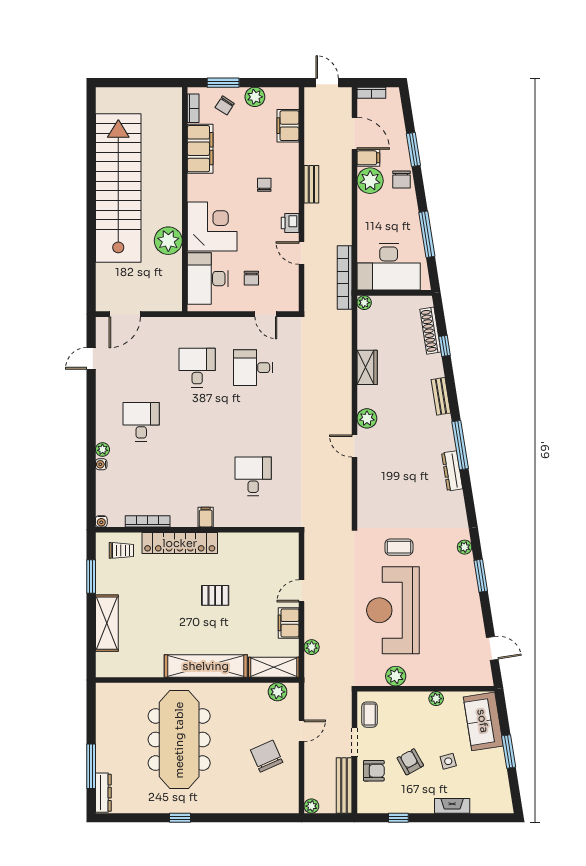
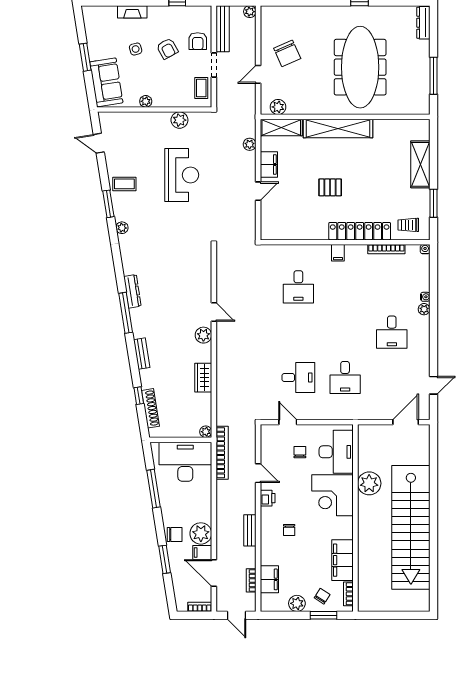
bookcase: (310, 124) -> (251, 580), added
chair: (402, 179) -> (175, 534), turned 90
coffee table: (399, 547) -> (124, 184), moved
reception desk: (393, 610) -> (182, 175), width x0.74, depth x0.77
window: (91, 766) -> (434, 76), moved
armchair: (374, 771) -> (198, 41), turned -90

